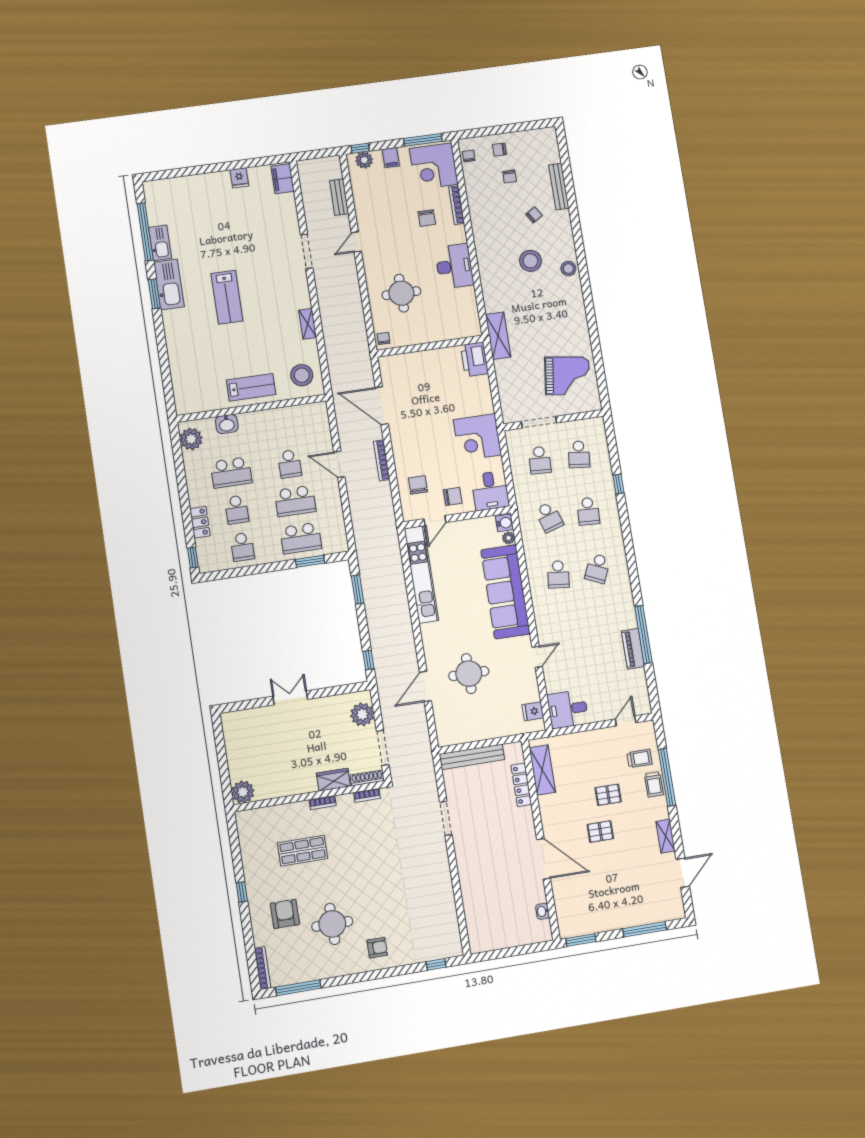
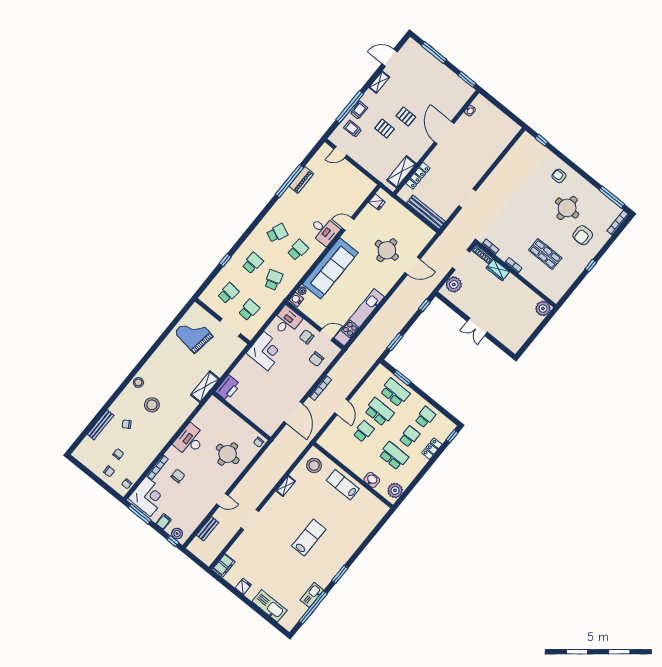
kitchen sink: (169, 284) -> (269, 606), moved, turned 90
desk: (568, 709) -> (324, 230), moved

